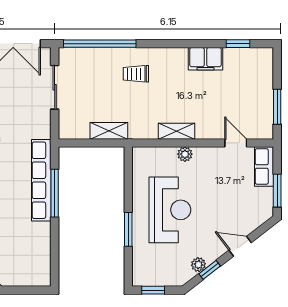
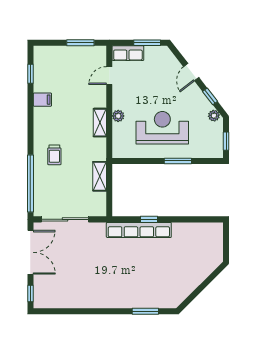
filing cabinet: (205, 59) -> (42, 100), width x0.50
sliding door: (55, 87) -> (65, 219), width x1.37
window: (55, 193) -> (149, 219), width x0.46
plant: (198, 265) -> (214, 116), moved

